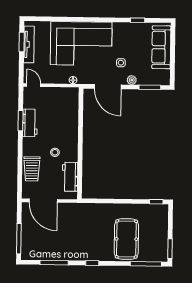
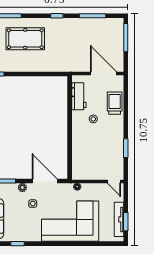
workbench: (30, 123) -> (117, 146), removed
pool table: (126, 239) -> (25, 39), turned 90

